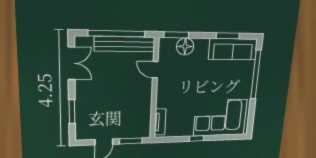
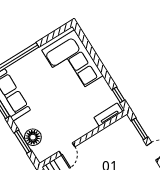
window: (176, 35) -> (23, 142), moved
window: (197, 138) -> (118, 95), moved

